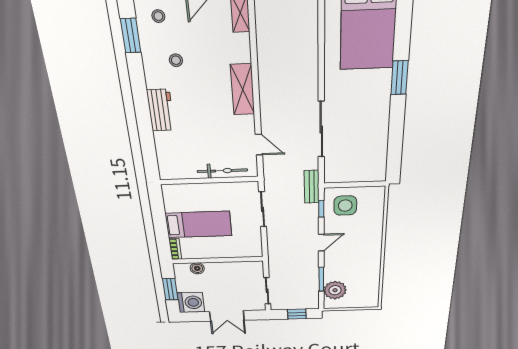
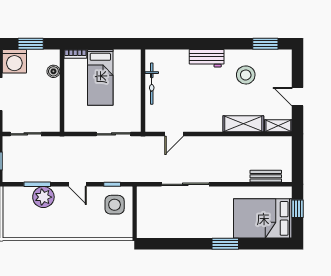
stool: (158, 16) -> (279, 66), removed
stool: (176, 60) -> (246, 75), width x1.89, depth x1.89
shelving: (243, 89) -> (243, 124), moved
bicycle: (222, 171) -> (152, 84), moved
bench: (312, 187) -> (266, 176), moved
plant: (335, 290) -> (43, 197), moved

